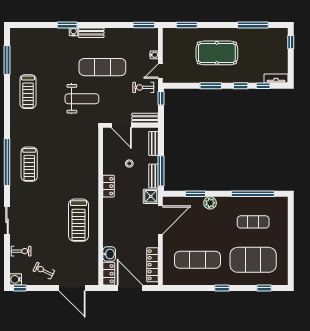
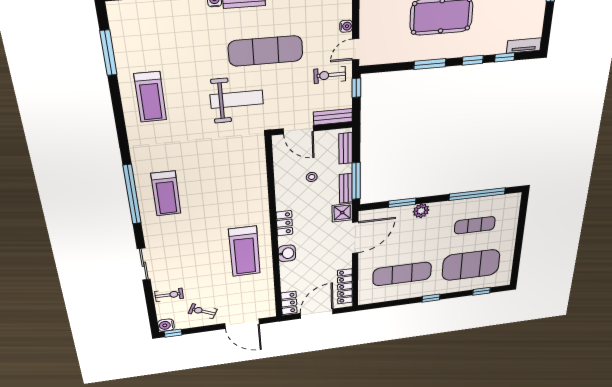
locker: (108, 186) -> (284, 223), moved
washbasin: (109, 254) -> (287, 253), moved
door: (130, 288) -> (317, 314), hinge flipped

